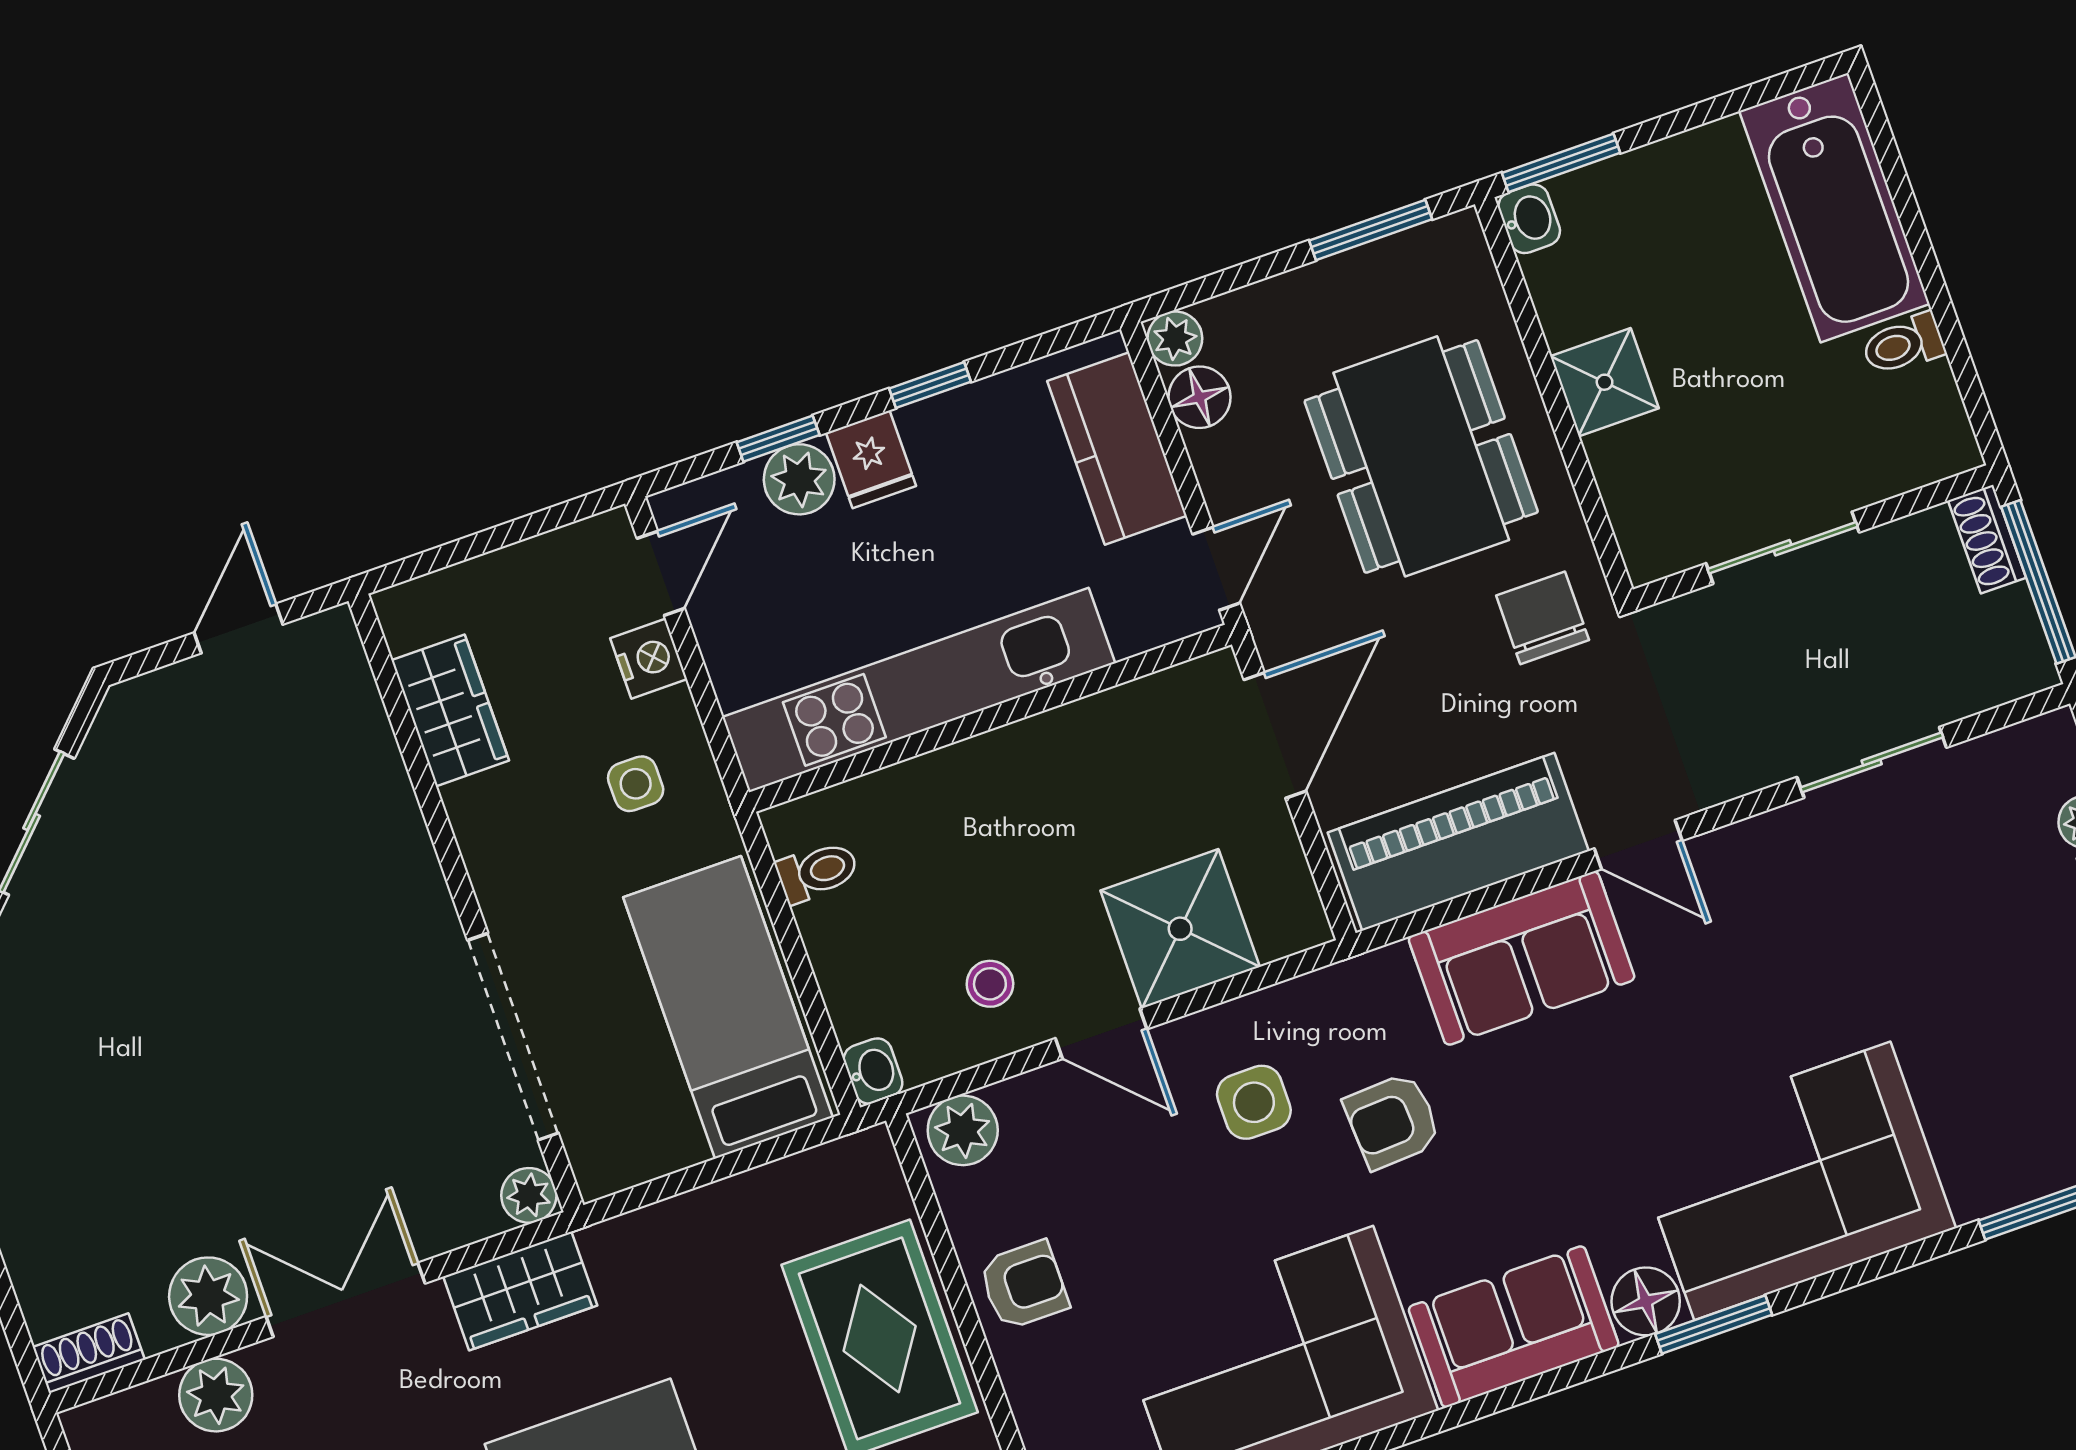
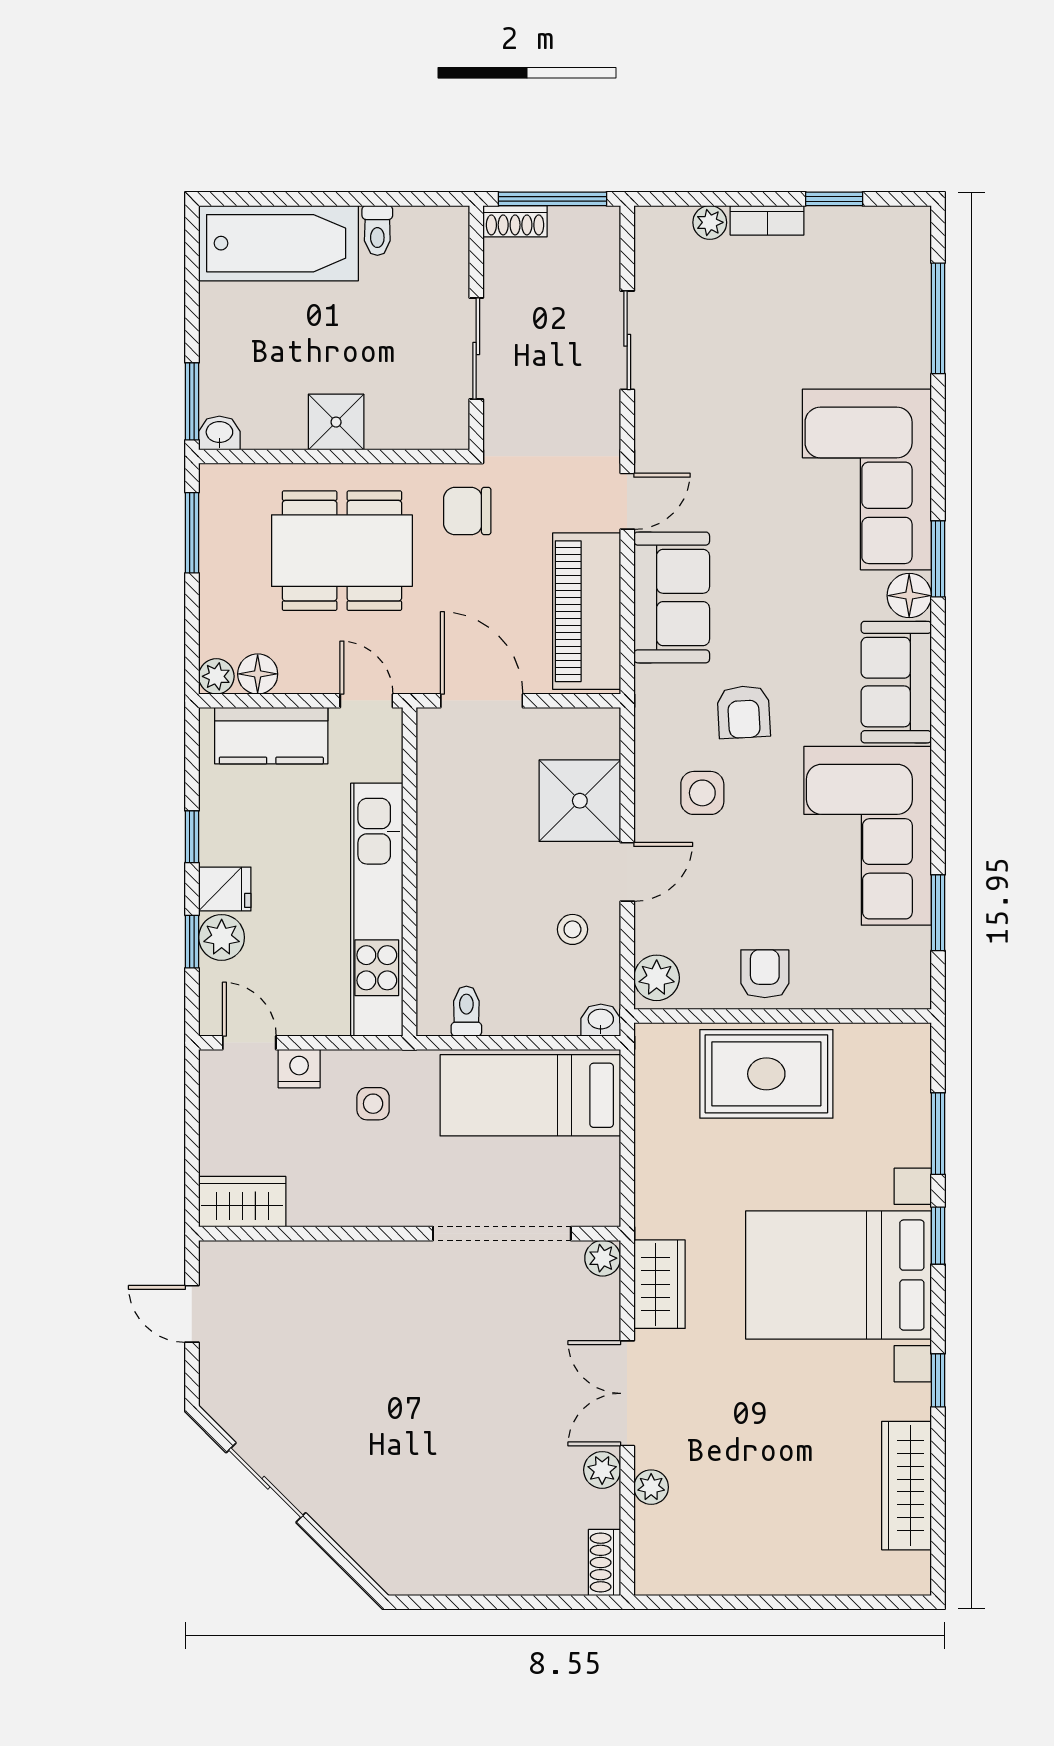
wardrobe: (450, 710) -> (242, 1202), moved
plant: (208, 1296) -> (602, 1470), width x0.73, depth x0.73
plant: (216, 1395) -> (651, 1487), width x0.73, depth x0.73

